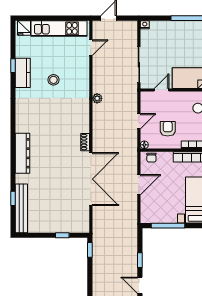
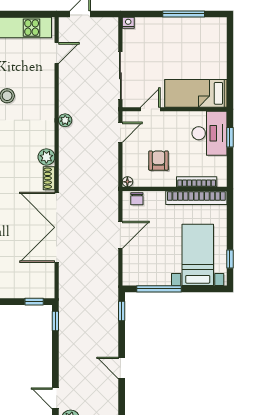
door: (139, 121) -> (120, 132), moved
plant: (83, 126) -> (46, 157), added
double door: (91, 179) -> (57, 227), swing flipped
window: (62, 235) -> (34, 302), moved
window: (140, 260) -> (122, 311), moved

